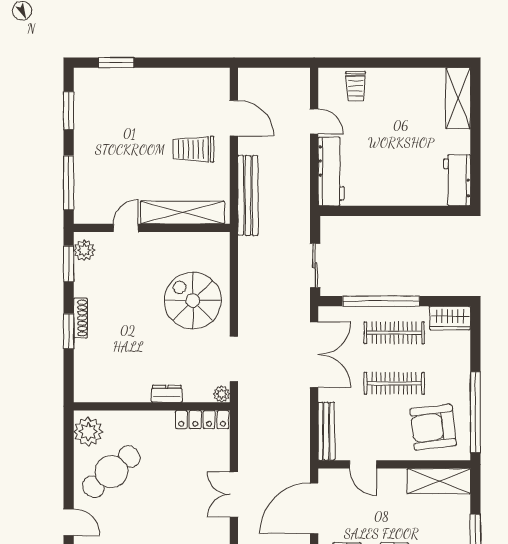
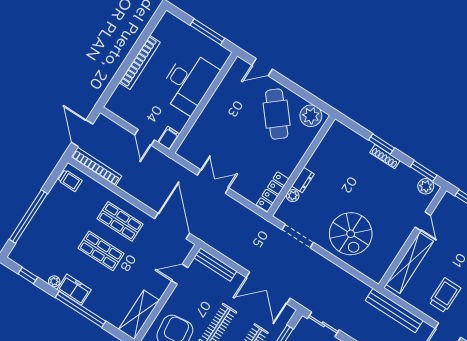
spiral stairs: (193, 301) -> (351, 234), turned 90
plant: (222, 394) -> (293, 196), moved

